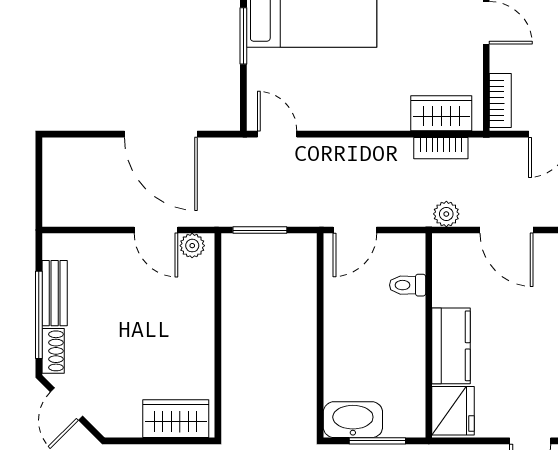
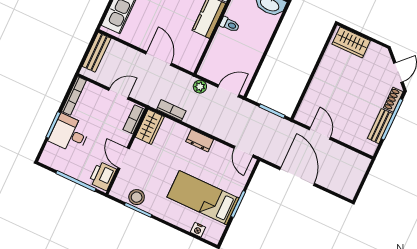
wardrobe: (441, 113) -> (150, 127), moved, turned -90
dresser: (365, 117) -> (200, 141), added
plant: (446, 214) -> (200, 87), moved
plant: (192, 246) -> (307, 118), removed
toilet: (408, 285) -> (230, 25), moved

